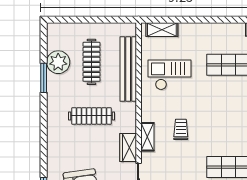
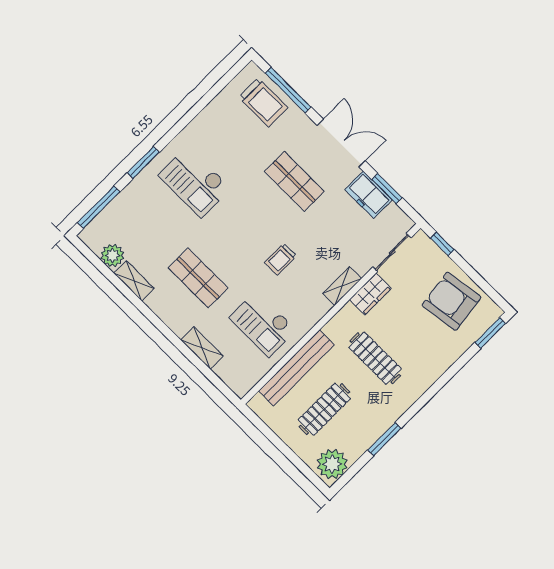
shelving: (162, 30) -> (202, 348), moved
plant: (58, 62) -> (332, 464), moved
trolley: (181, 129) -> (281, 259), moved

